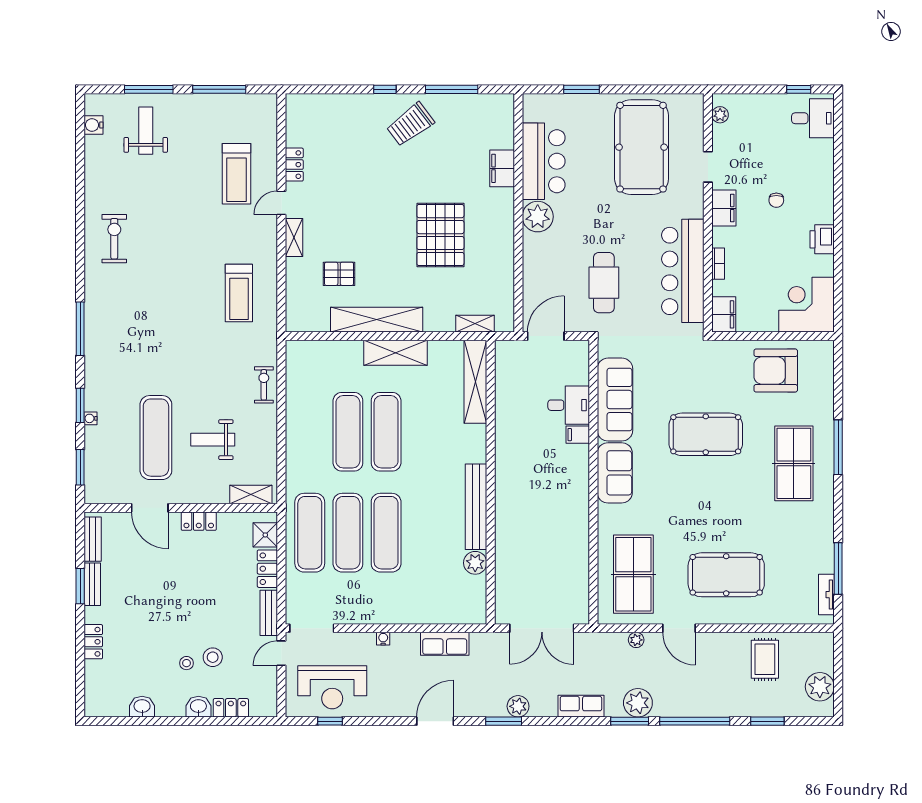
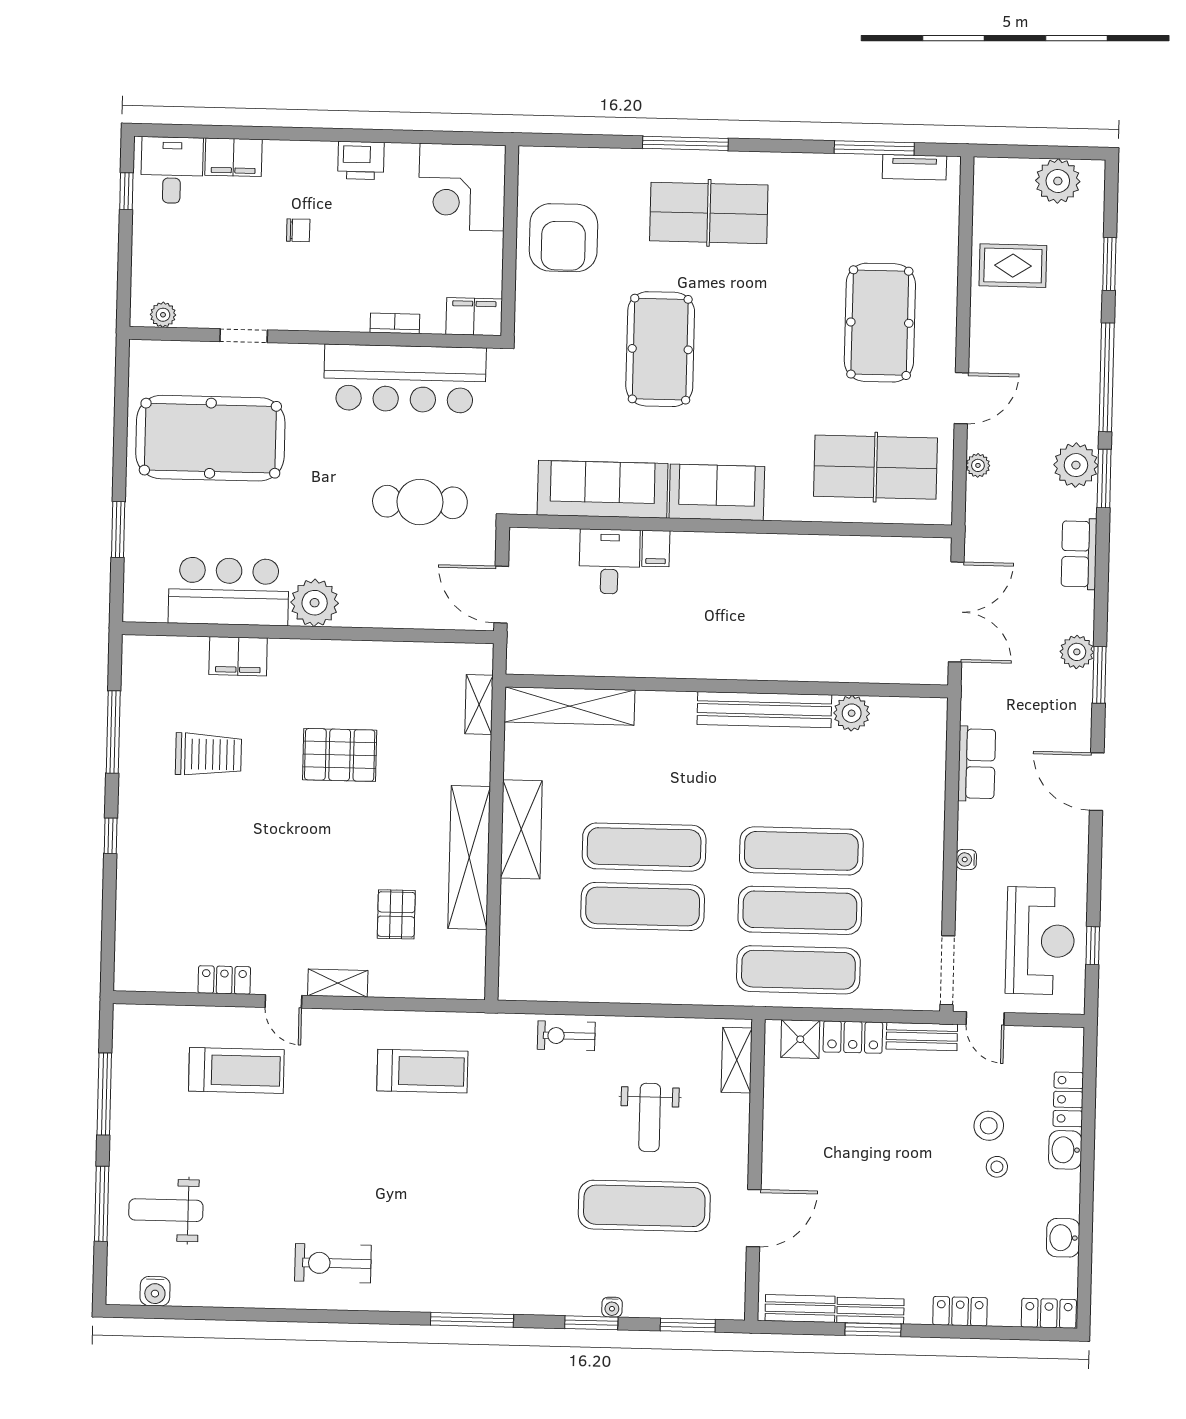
trolley: (410, 124) -> (208, 754), moved, turned -53
filing cabinet: (724, 208) -> (233, 157), moved, turned 180
pallet: (440, 235) -> (340, 755), width x0.73, depth x0.71
locker: (199, 521) -> (1049, 1313), moved, turned -90

